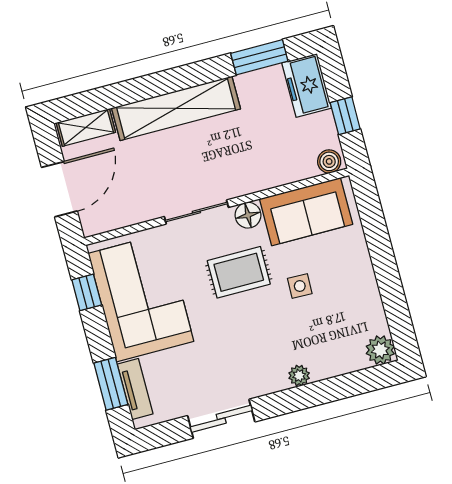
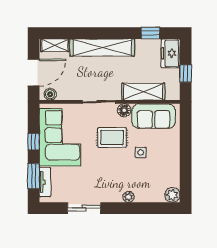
window: (259, 57) -> (151, 33), width x0.67
boiler: (329, 161) -> (50, 94), moved
shelving: (275, 171) -> (143, 92), added
window: (87, 292) -> (34, 142), moved

